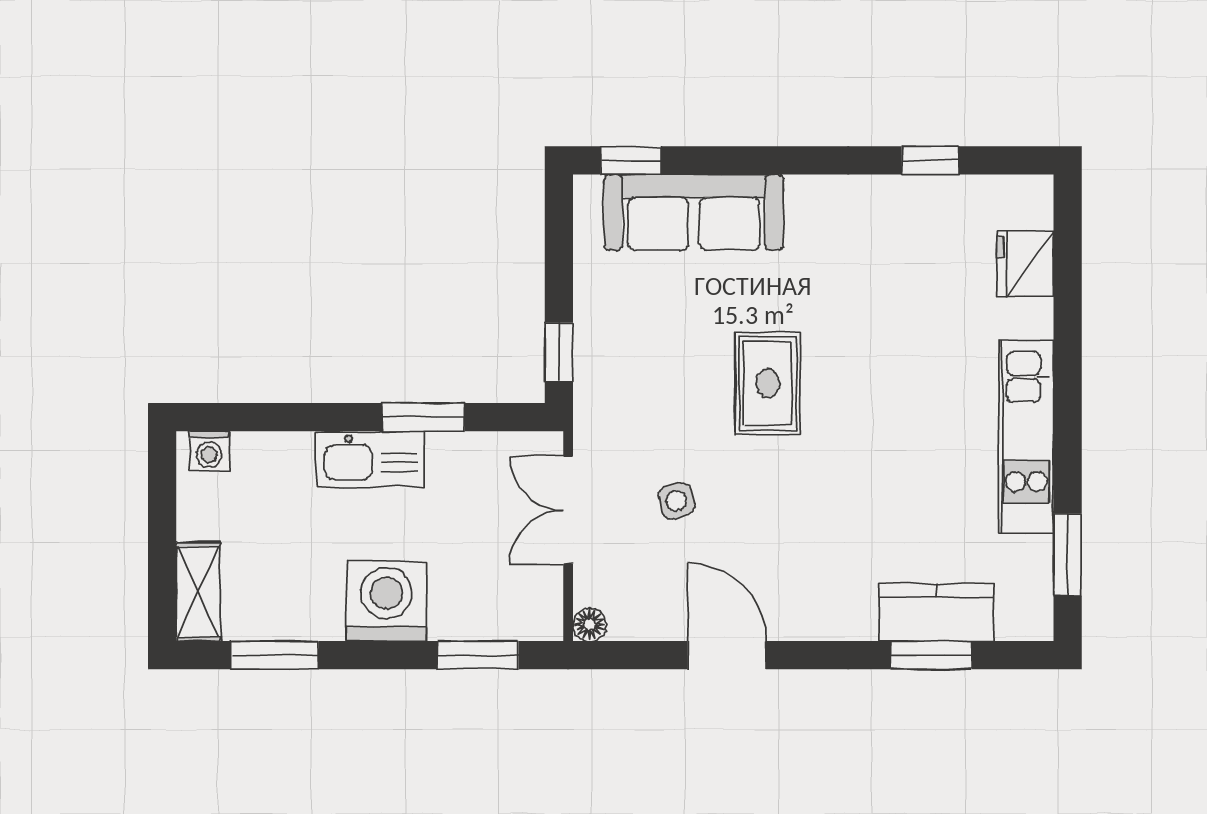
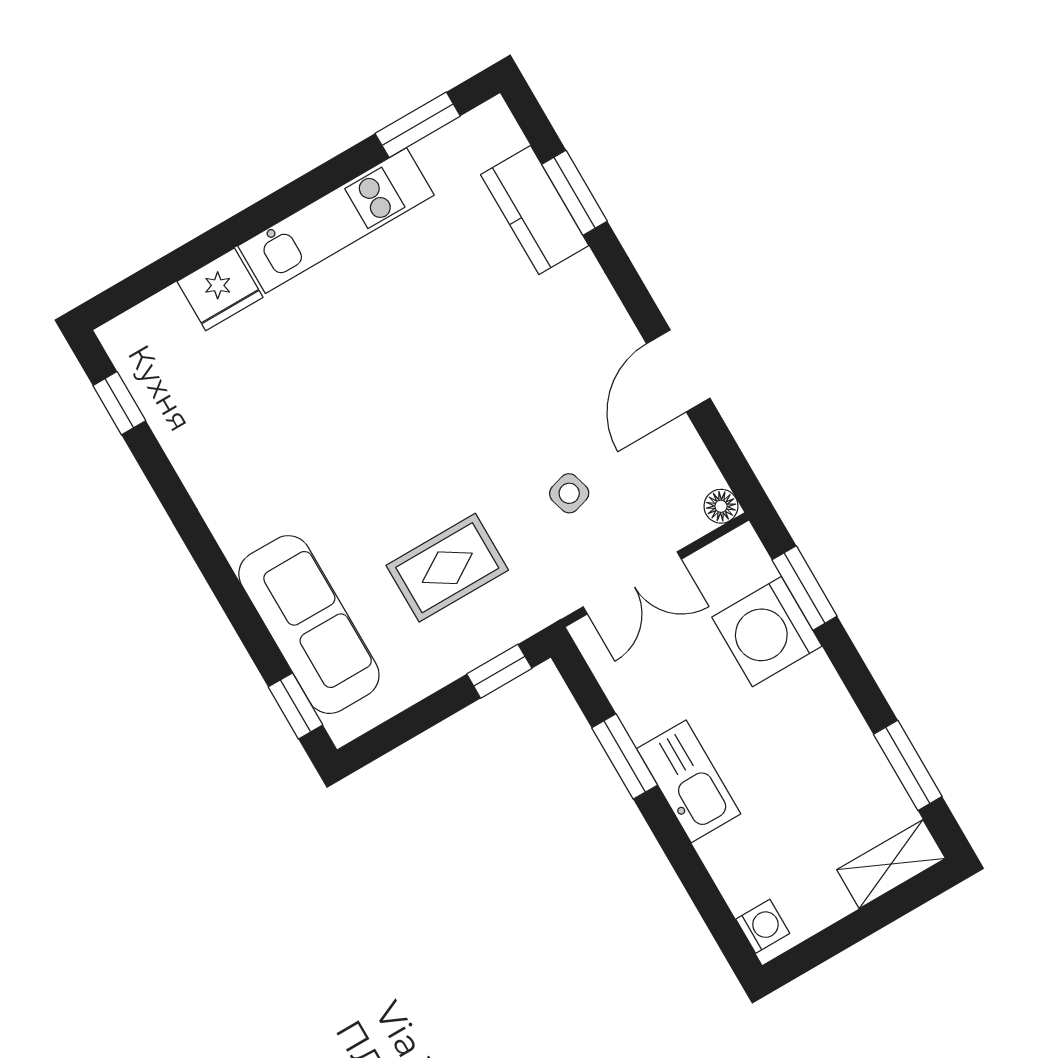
window: (930, 160) -> (119, 403), moved
fridge: (1025, 264) -> (220, 289), moved
rug: (768, 383) -> (447, 568), moved
washing machine: (386, 601) -> (767, 632), moved

